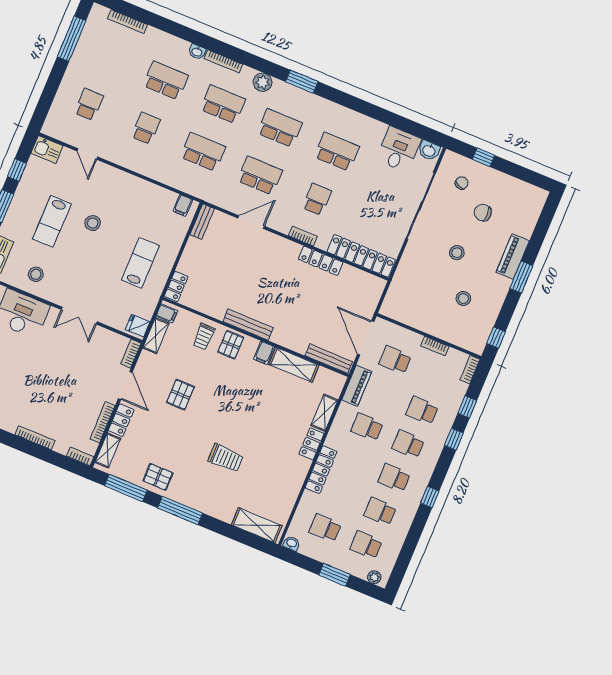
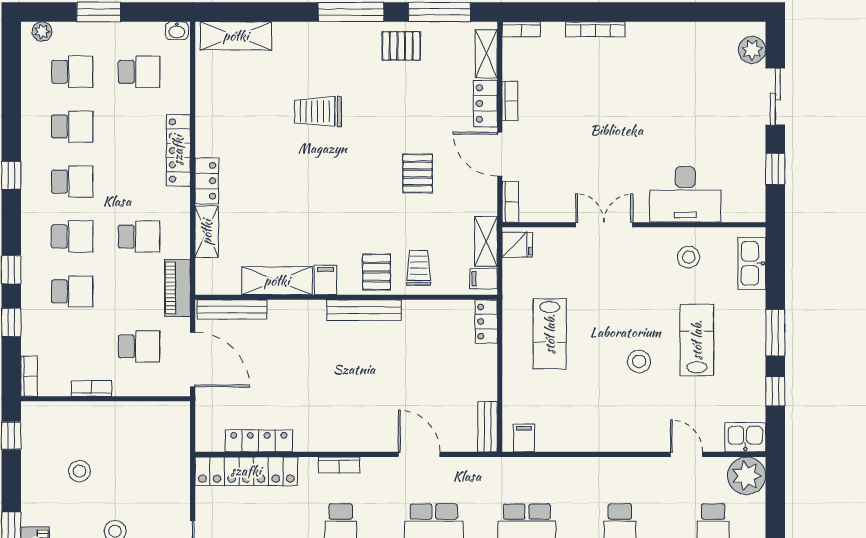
plant: (56, 126) -> (747, 476), added
door: (251, 222) -> (419, 454), swing flipped
locker: (321, 261) -> (259, 441), moved
bookcase: (103, 422) -> (510, 101), width x0.64

